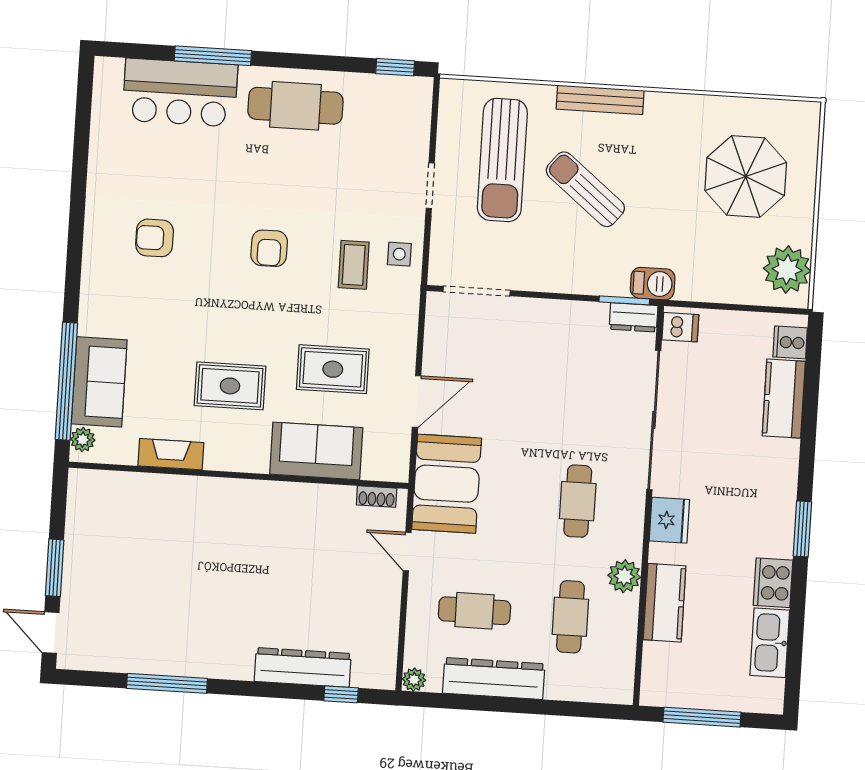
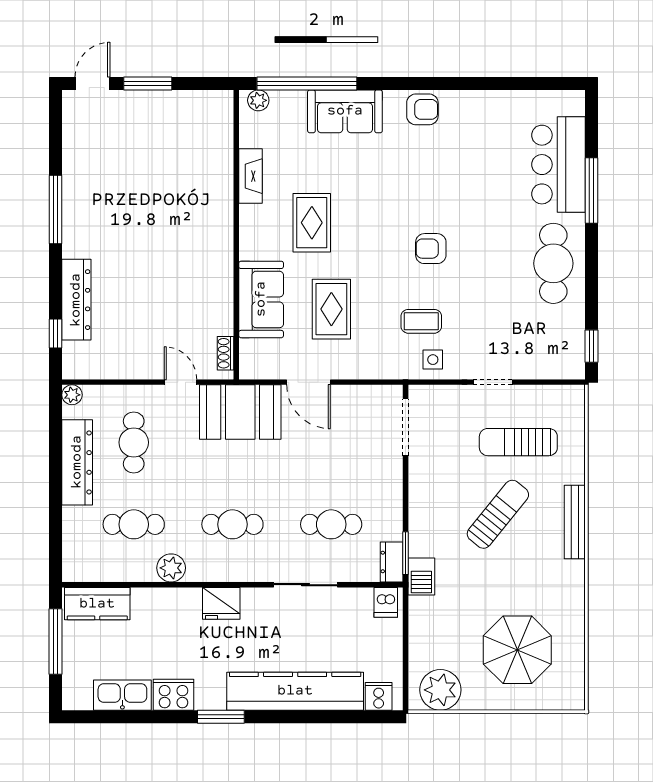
sun lounger: (502, 160) -> (518, 442), width x0.73, depth x0.75
armchair: (155, 238) -> (422, 109), moved, turned 90
sofa: (99, 382) -> (345, 111), moved
cafe table: (585, 385) -> (331, 524), added
kitchen counter: (784, 399) -> (295, 691), width x2.08, depth x1.17
sliding door: (654, 420) -> (305, 585), width x0.54
door: (407, 552) -> (180, 382), hinge flipped
kitchen counter: (664, 603) -> (97, 604), moved
window: (167, 683) -> (56, 209), moved

